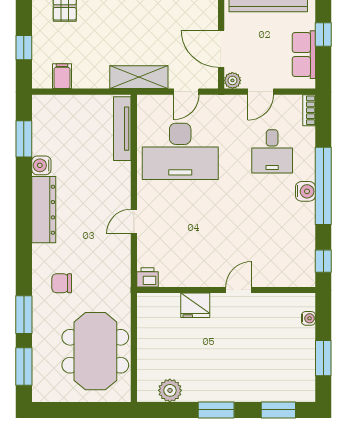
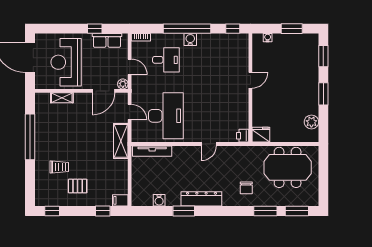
filing cabinet: (62, 76) -> (120, 200), moved
window: (24, 139) -> (184, 211), moved
water cooler: (41, 165) -> (159, 200), moved
door: (134, 222) -> (209, 144), hinge flipped
door: (239, 290) -> (250, 80), swing flipped
fridge: (195, 305) -> (261, 135), moved, turned -90

